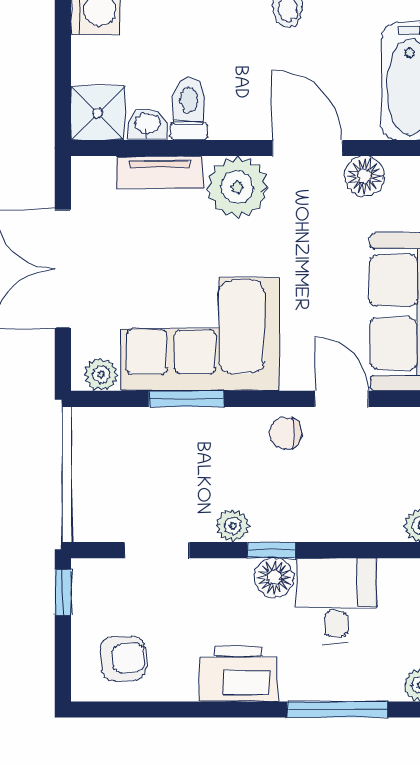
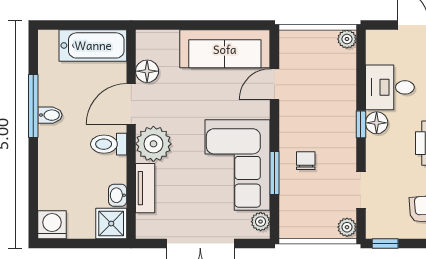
toilet: (189, 109) -> (109, 144), moved
chair: (286, 433) -> (306, 161), moved, turned 180
plant: (233, 526) -> (347, 227), moved

